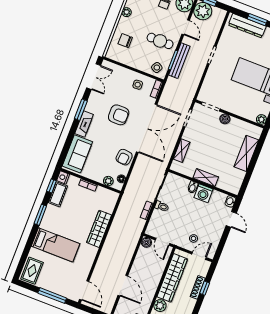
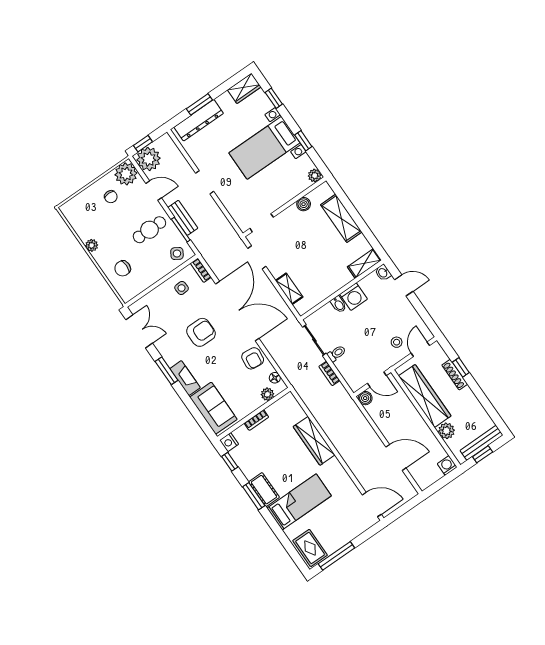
bench: (179, 61) -> (183, 218), width x0.73
boiler: (225, 119) -> (304, 204), moved
shelving: (206, 177) -> (364, 263), moved
cot: (58, 194) -> (264, 490), moved
window: (52, 296) -> (336, 556), moved

